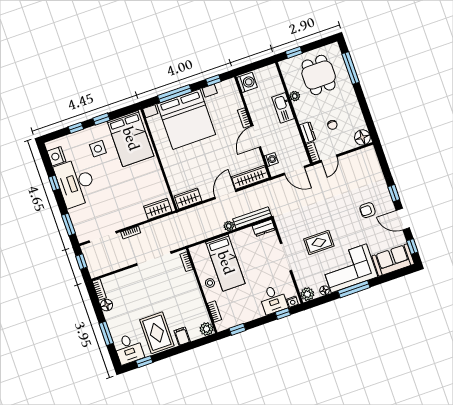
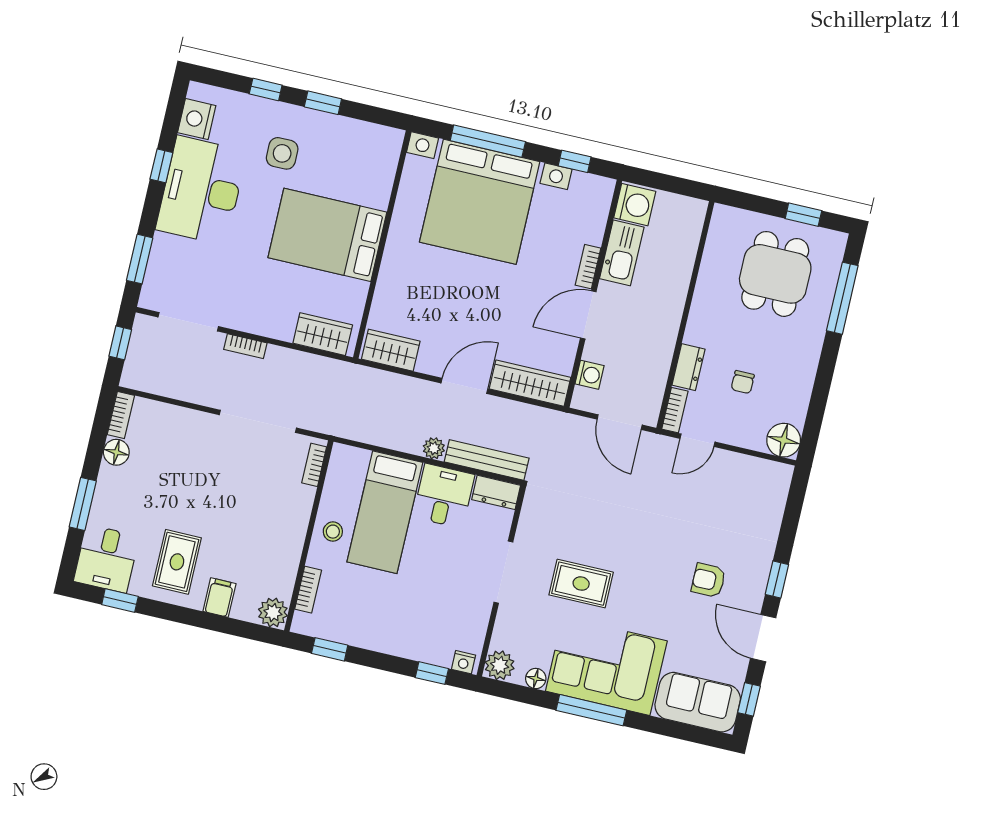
window: (294, 52) -> (803, 215), moved
plant: (295, 96) -> (707, 285), removed
kitchen sink: (283, 108) -> (622, 253), moved, turned 180
bed: (130, 139) -> (327, 235), moved, turned 90
desk: (273, 300) -> (444, 496), moved, turned 180
rug: (157, 333) -> (177, 562), width x0.73, depth x0.70

